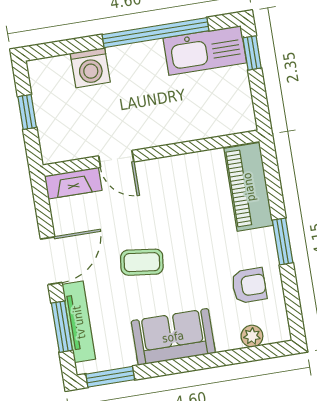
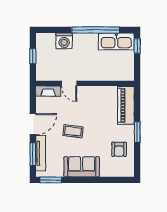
armchair: (249, 286) -> (119, 149), turned 90
plant: (252, 336) -> (117, 172), removed

